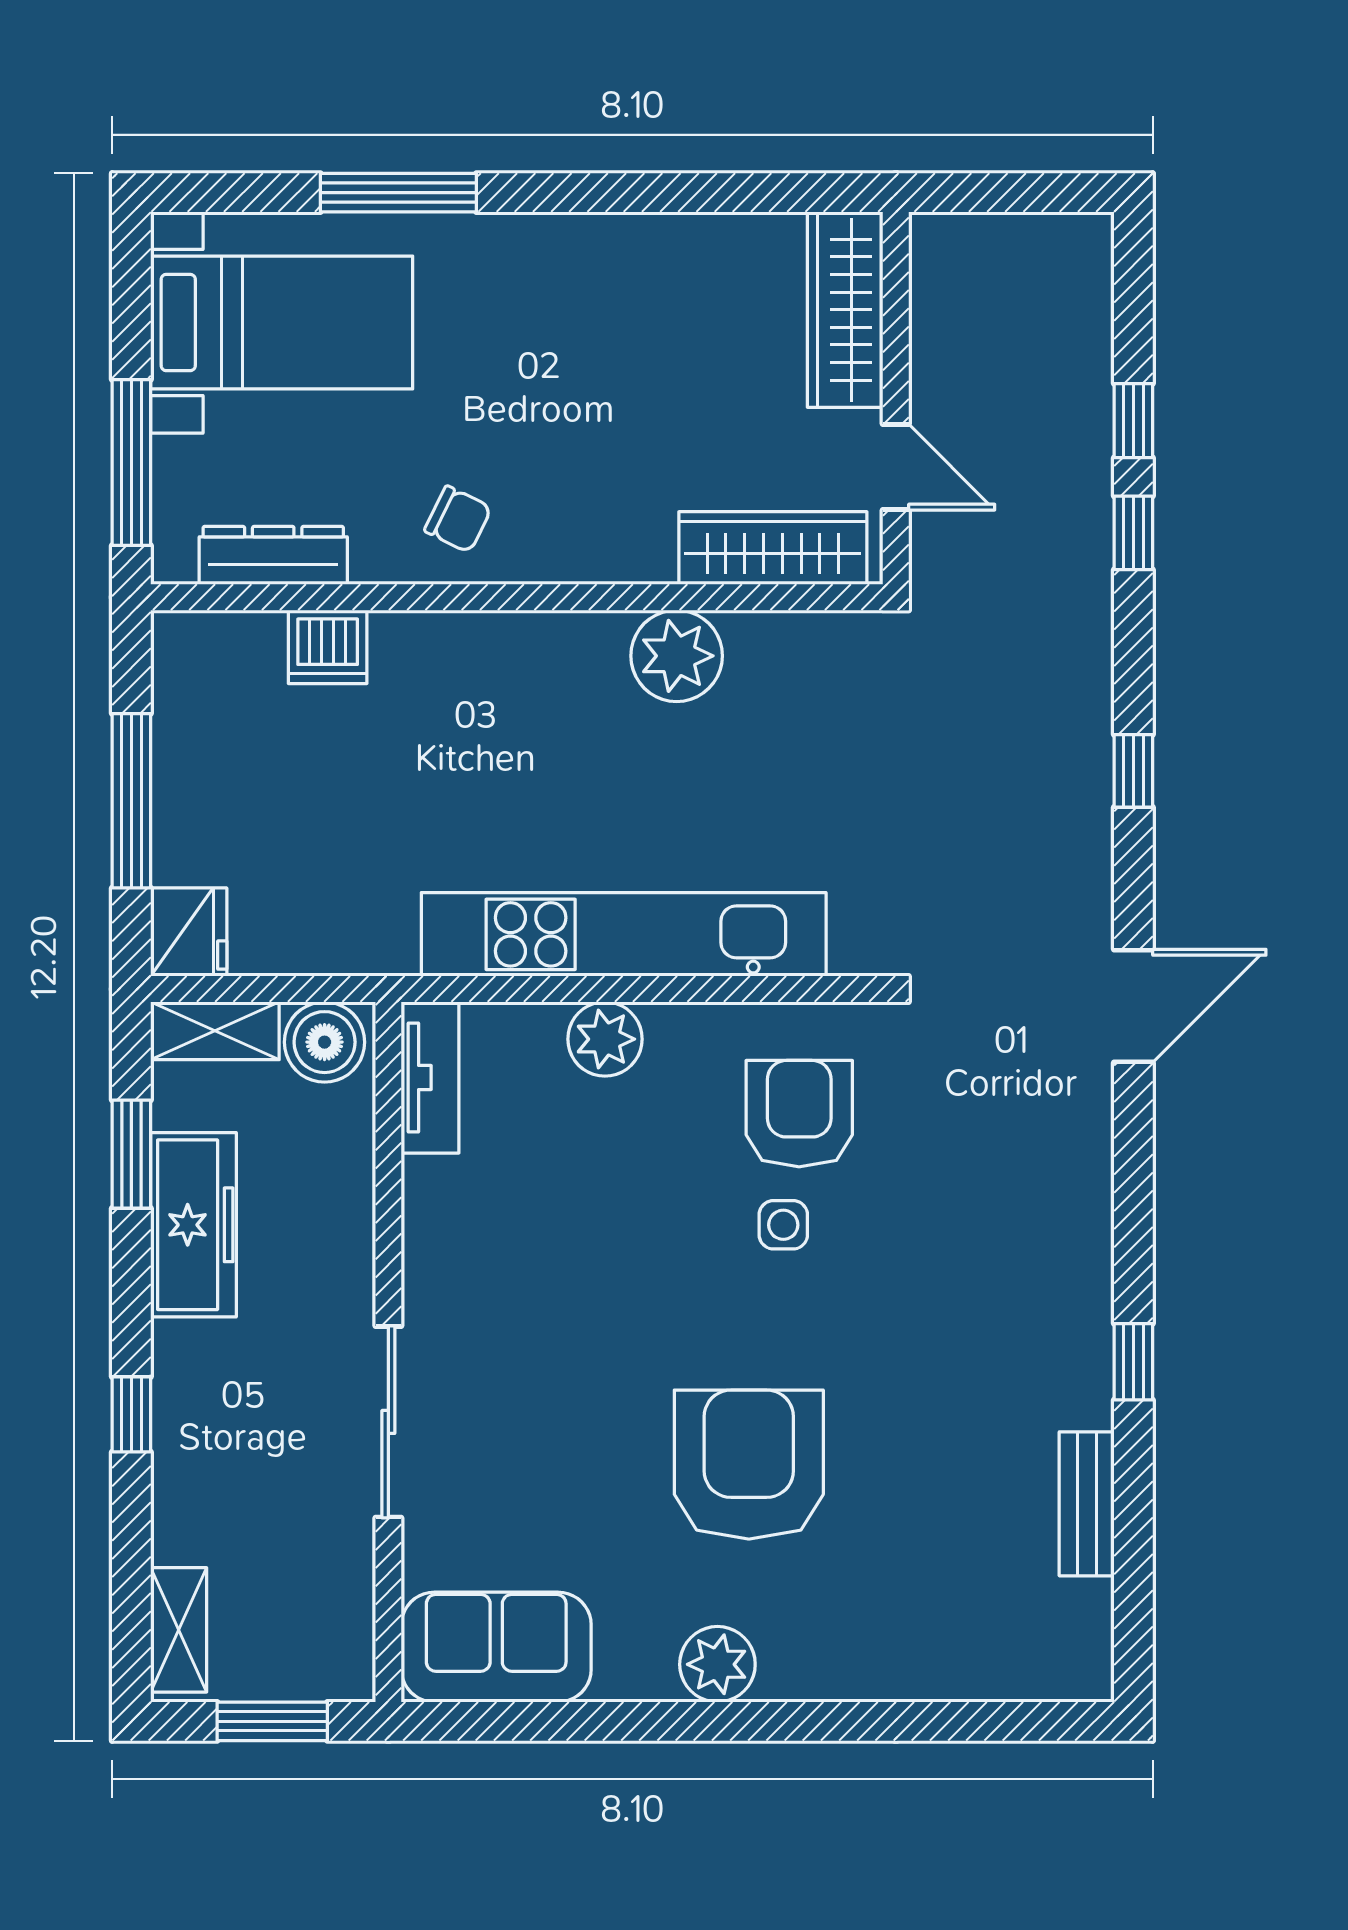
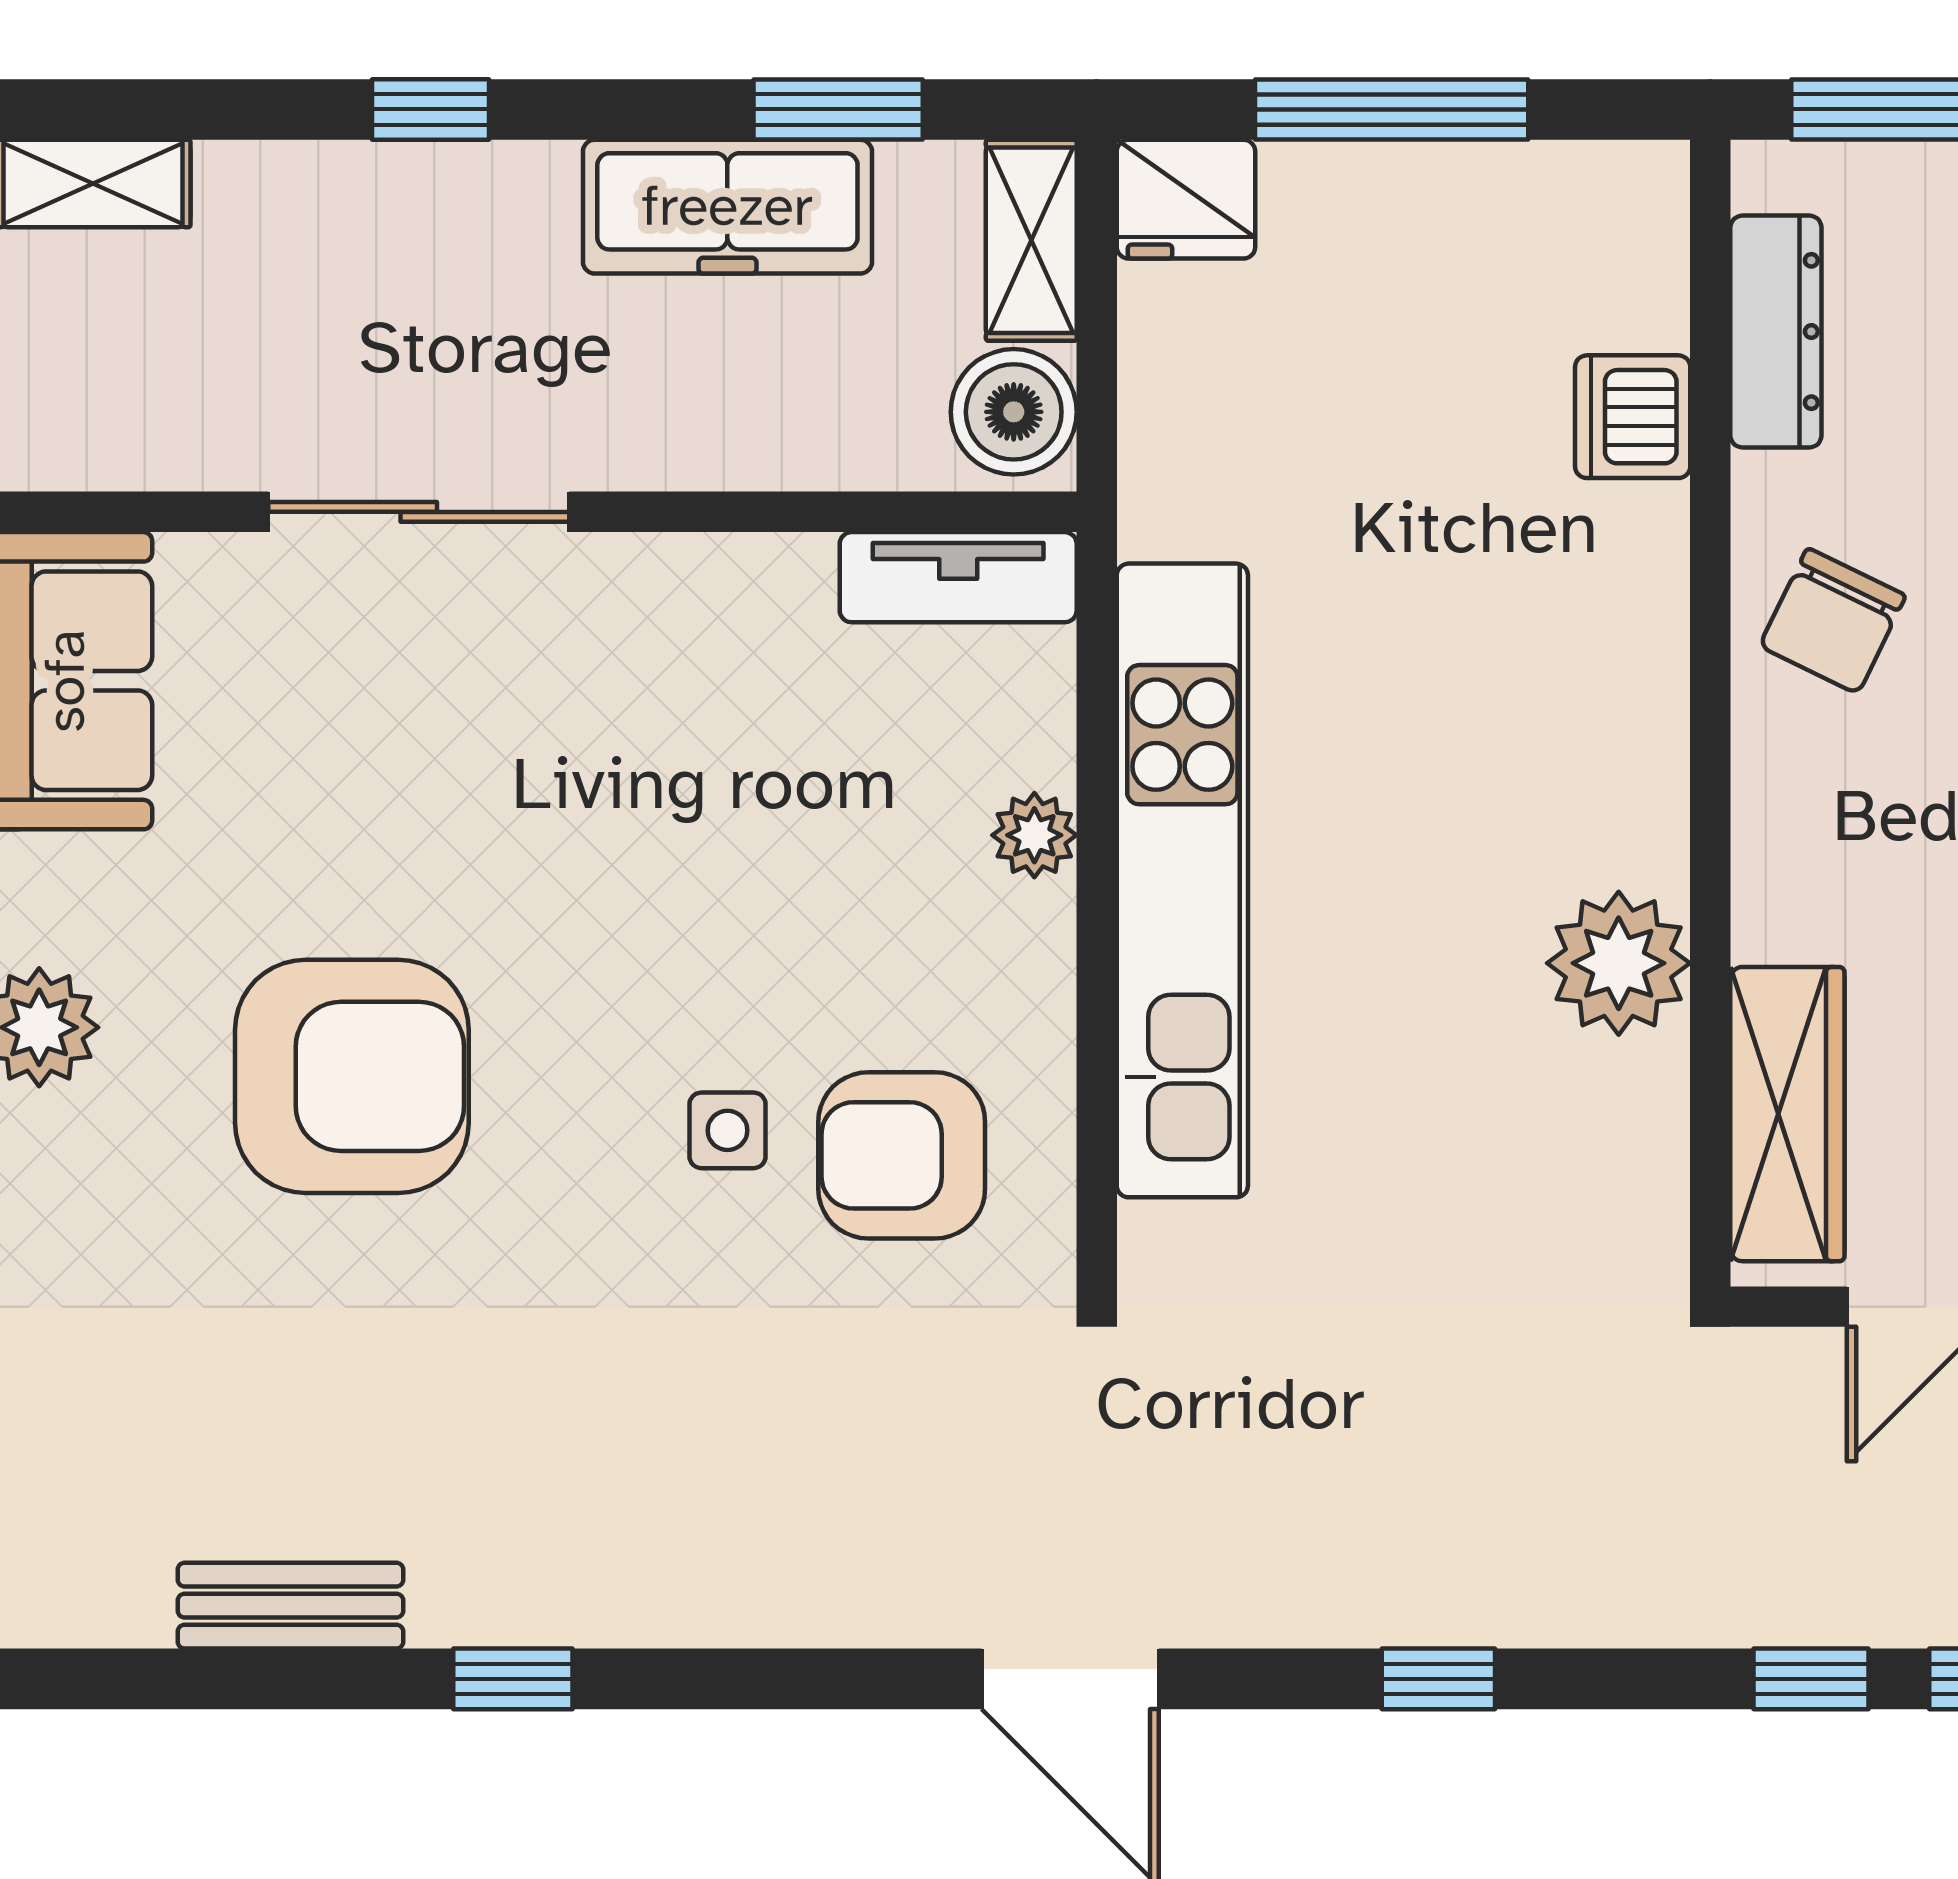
chair: (458, 519) -> (1833, 621), width x1.37, depth x1.37
plant: (605, 1039) -> (1034, 835), width x0.73, depth x0.73
armchair: (799, 1114) -> (902, 1155), turned 180

